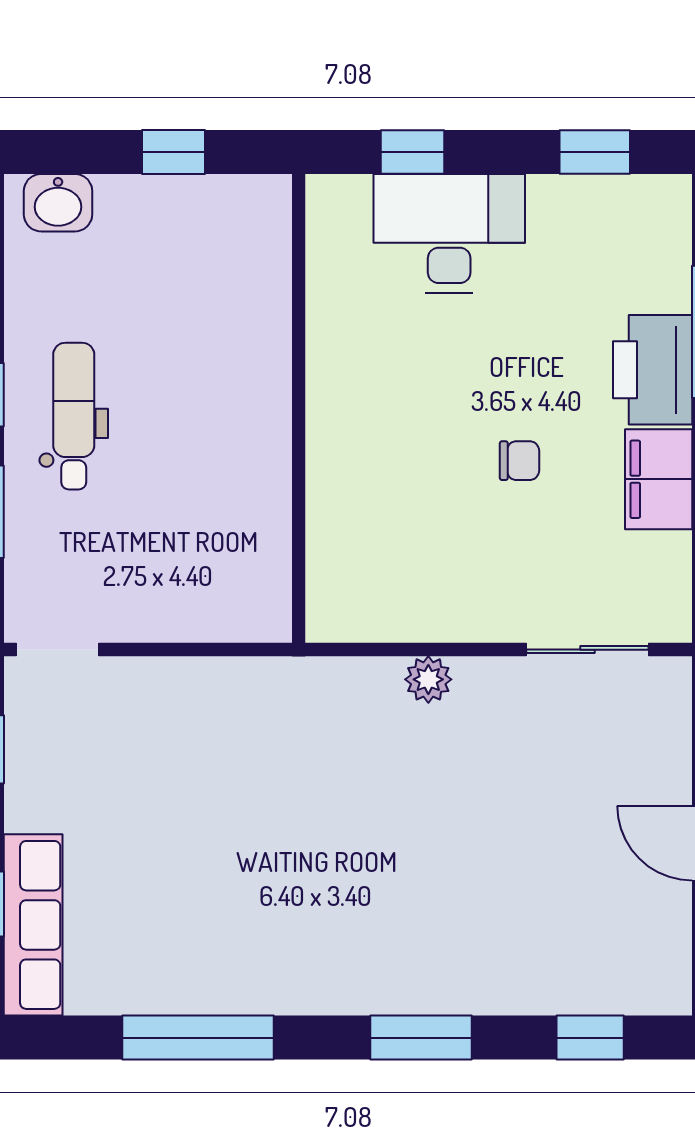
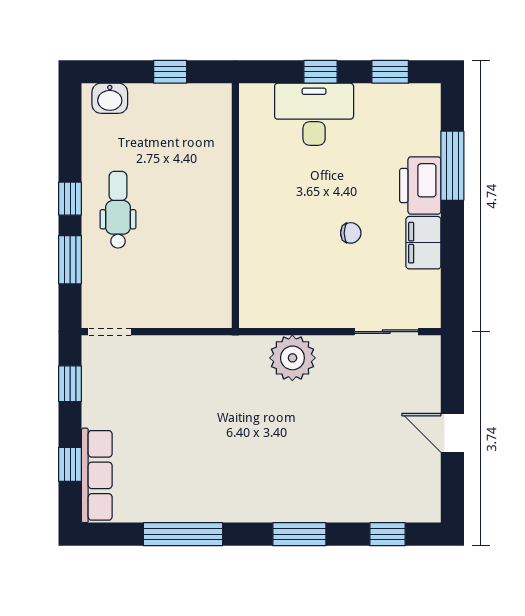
window: (412, 152) -> (321, 72), moved
plant: (428, 679) -> (292, 358), width x1.88, depth x1.88

